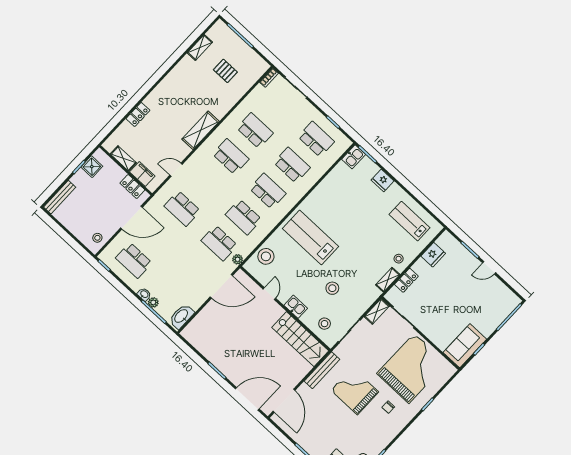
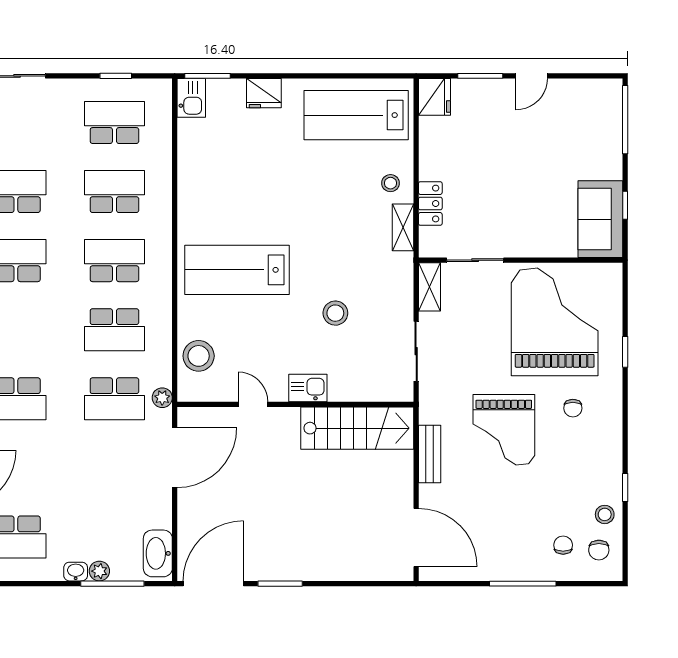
lab bench: (410, 221) -> (356, 115), width x1.36, depth x1.39
fridge: (433, 255) -> (434, 97), moved
stool: (325, 324) -> (371, 374), removed
bench: (322, 370) -> (430, 454), width x0.73
grand piano: (355, 391) -> (504, 430), turned -90
door: (247, 399) -> (213, 584), moved

